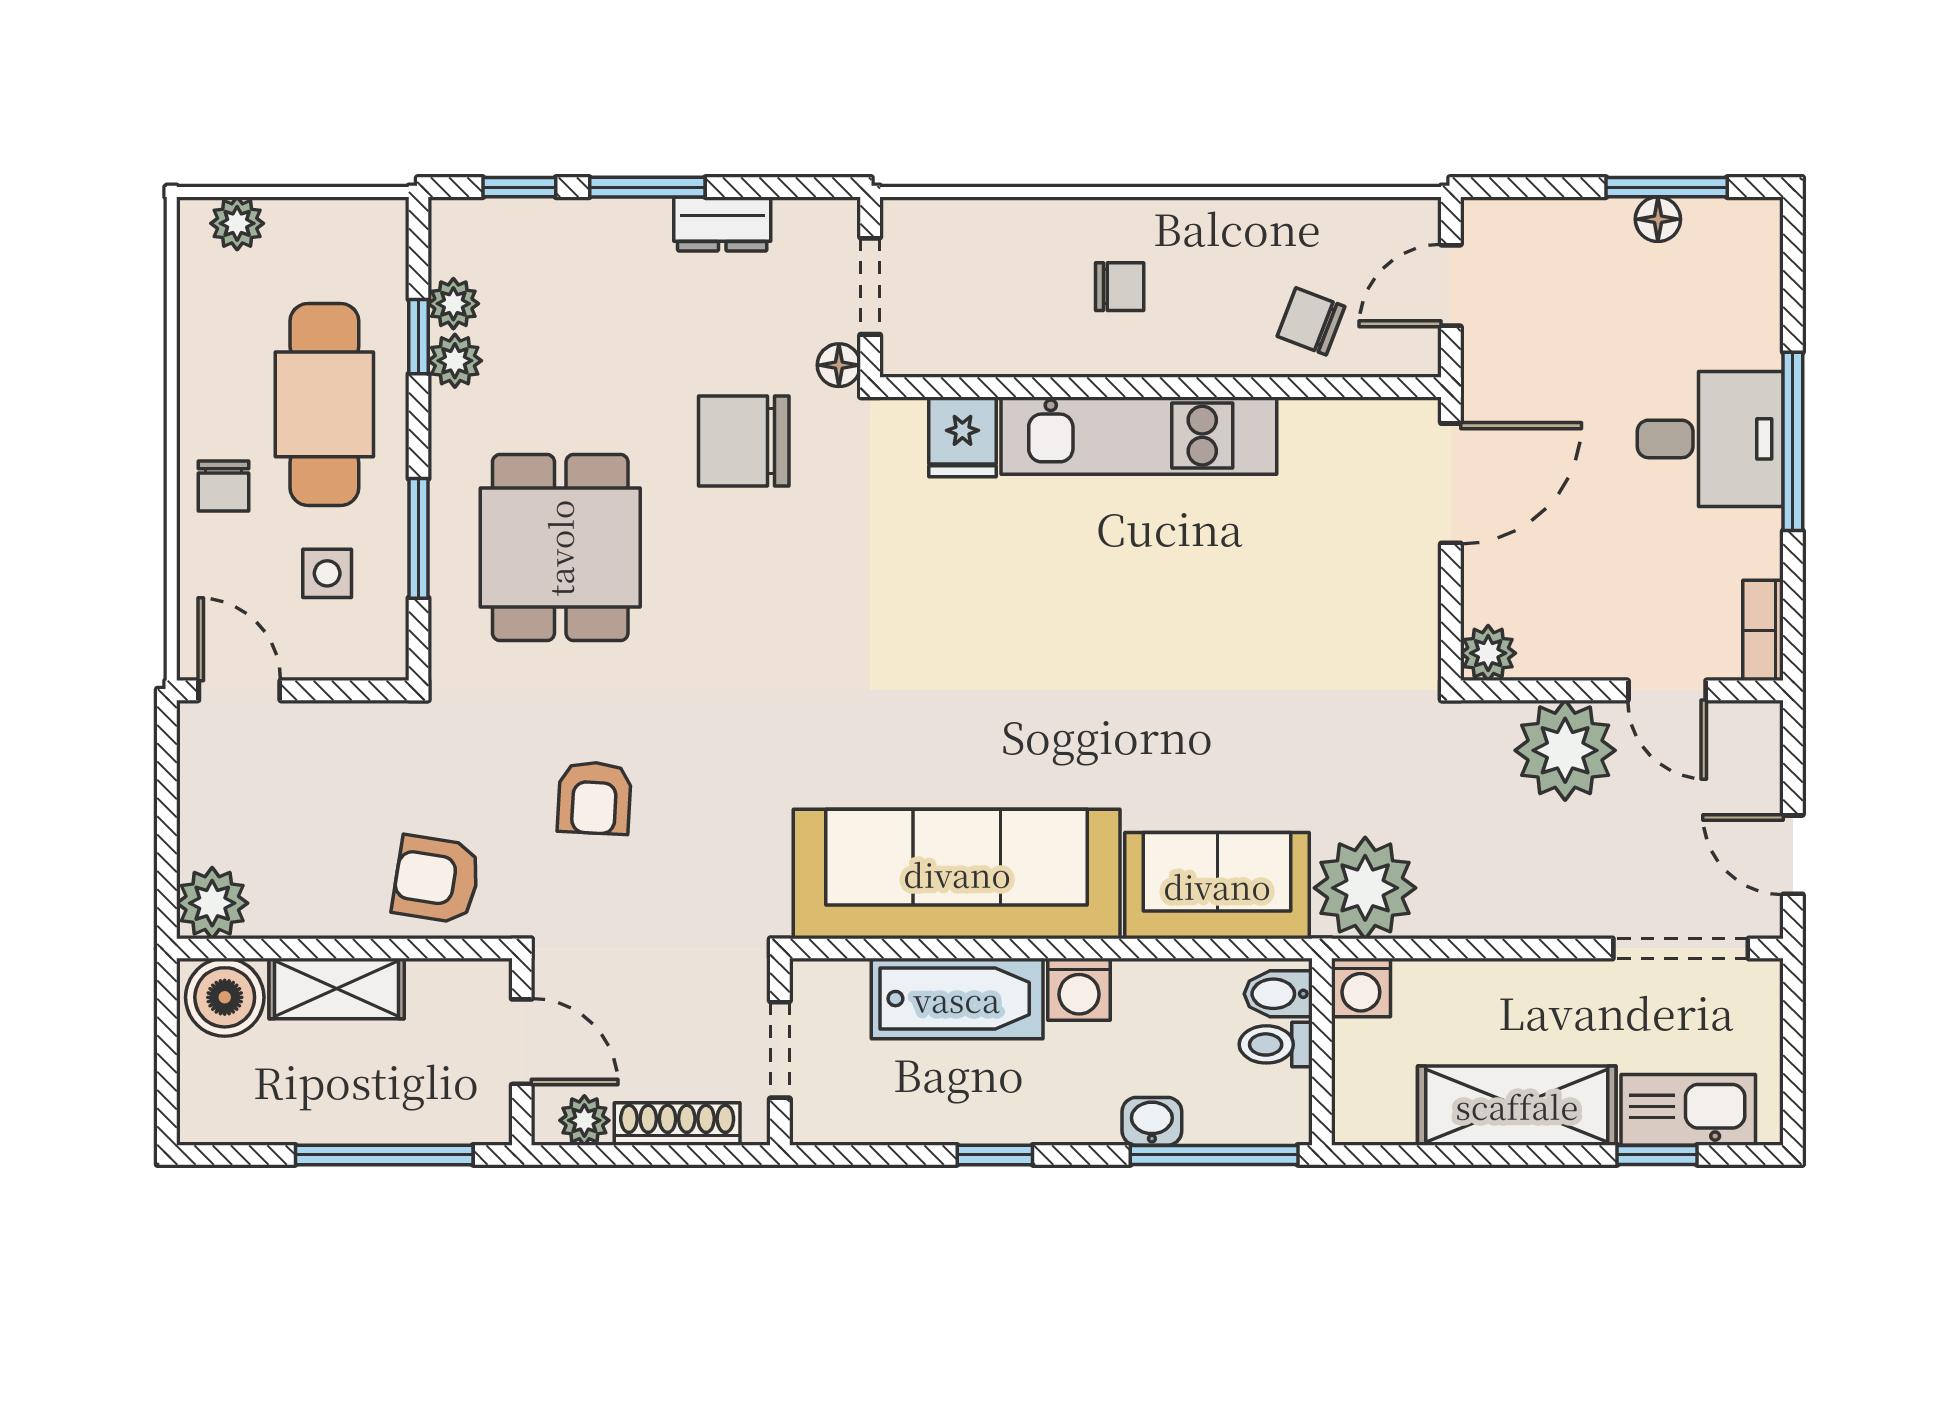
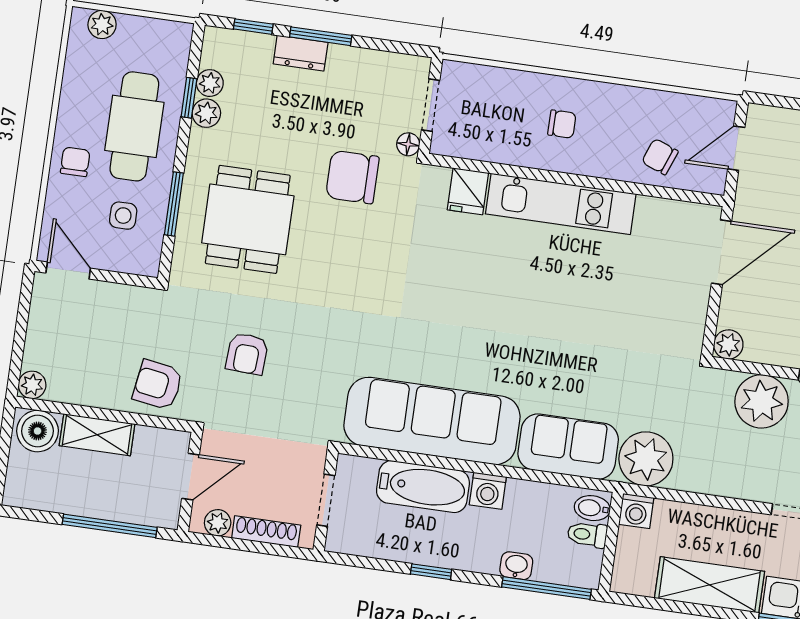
dresser: (722, 224) -> (301, 53), moved
chair: (224, 486) -> (75, 162), turned 180
plant: (212, 903) -> (32, 385), width x0.73, depth x0.73
door: (522, 1042) -> (191, 477), hinge flipped

